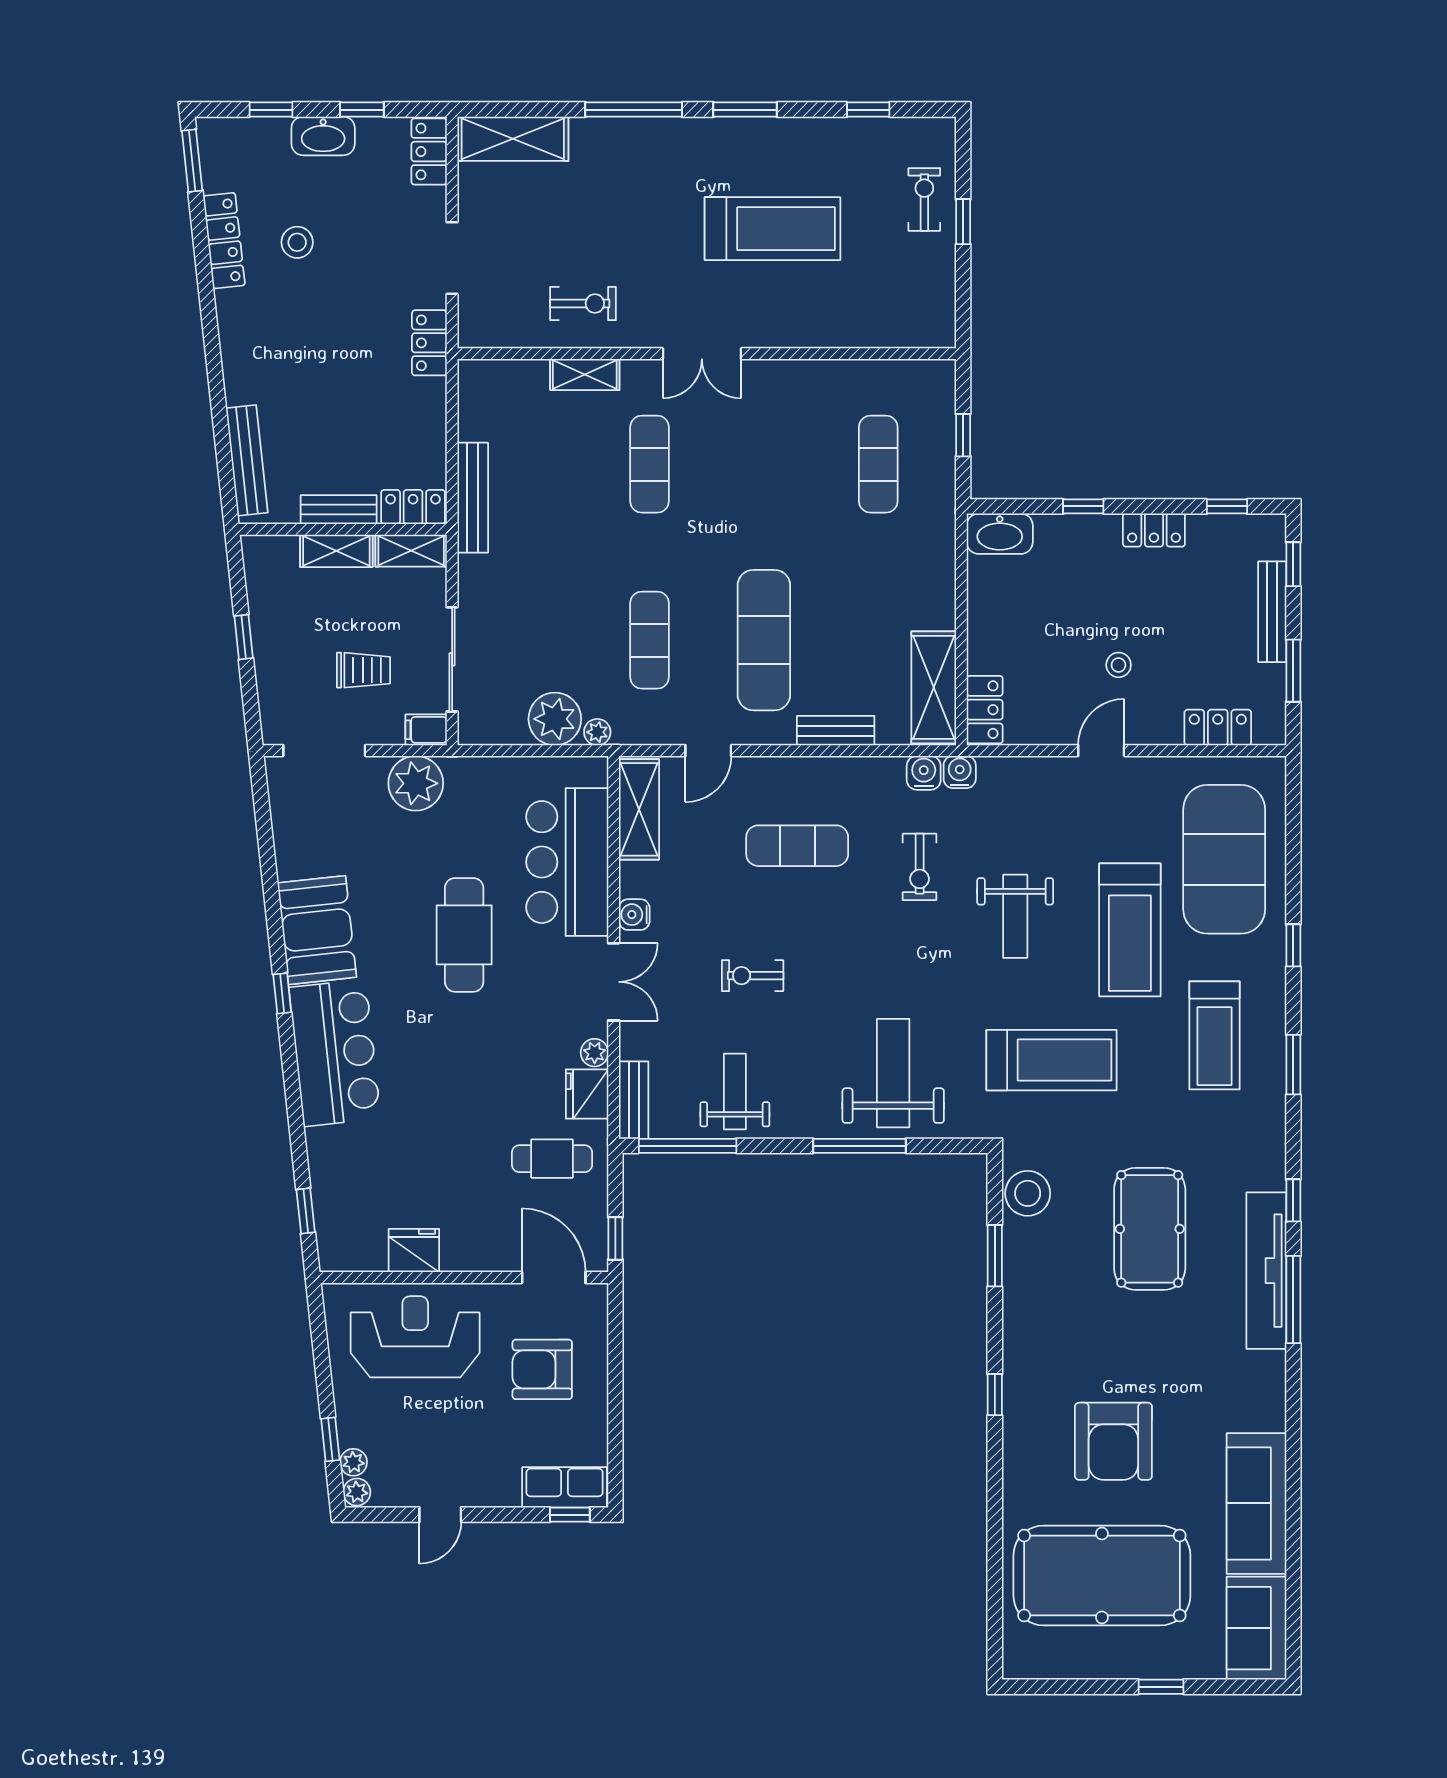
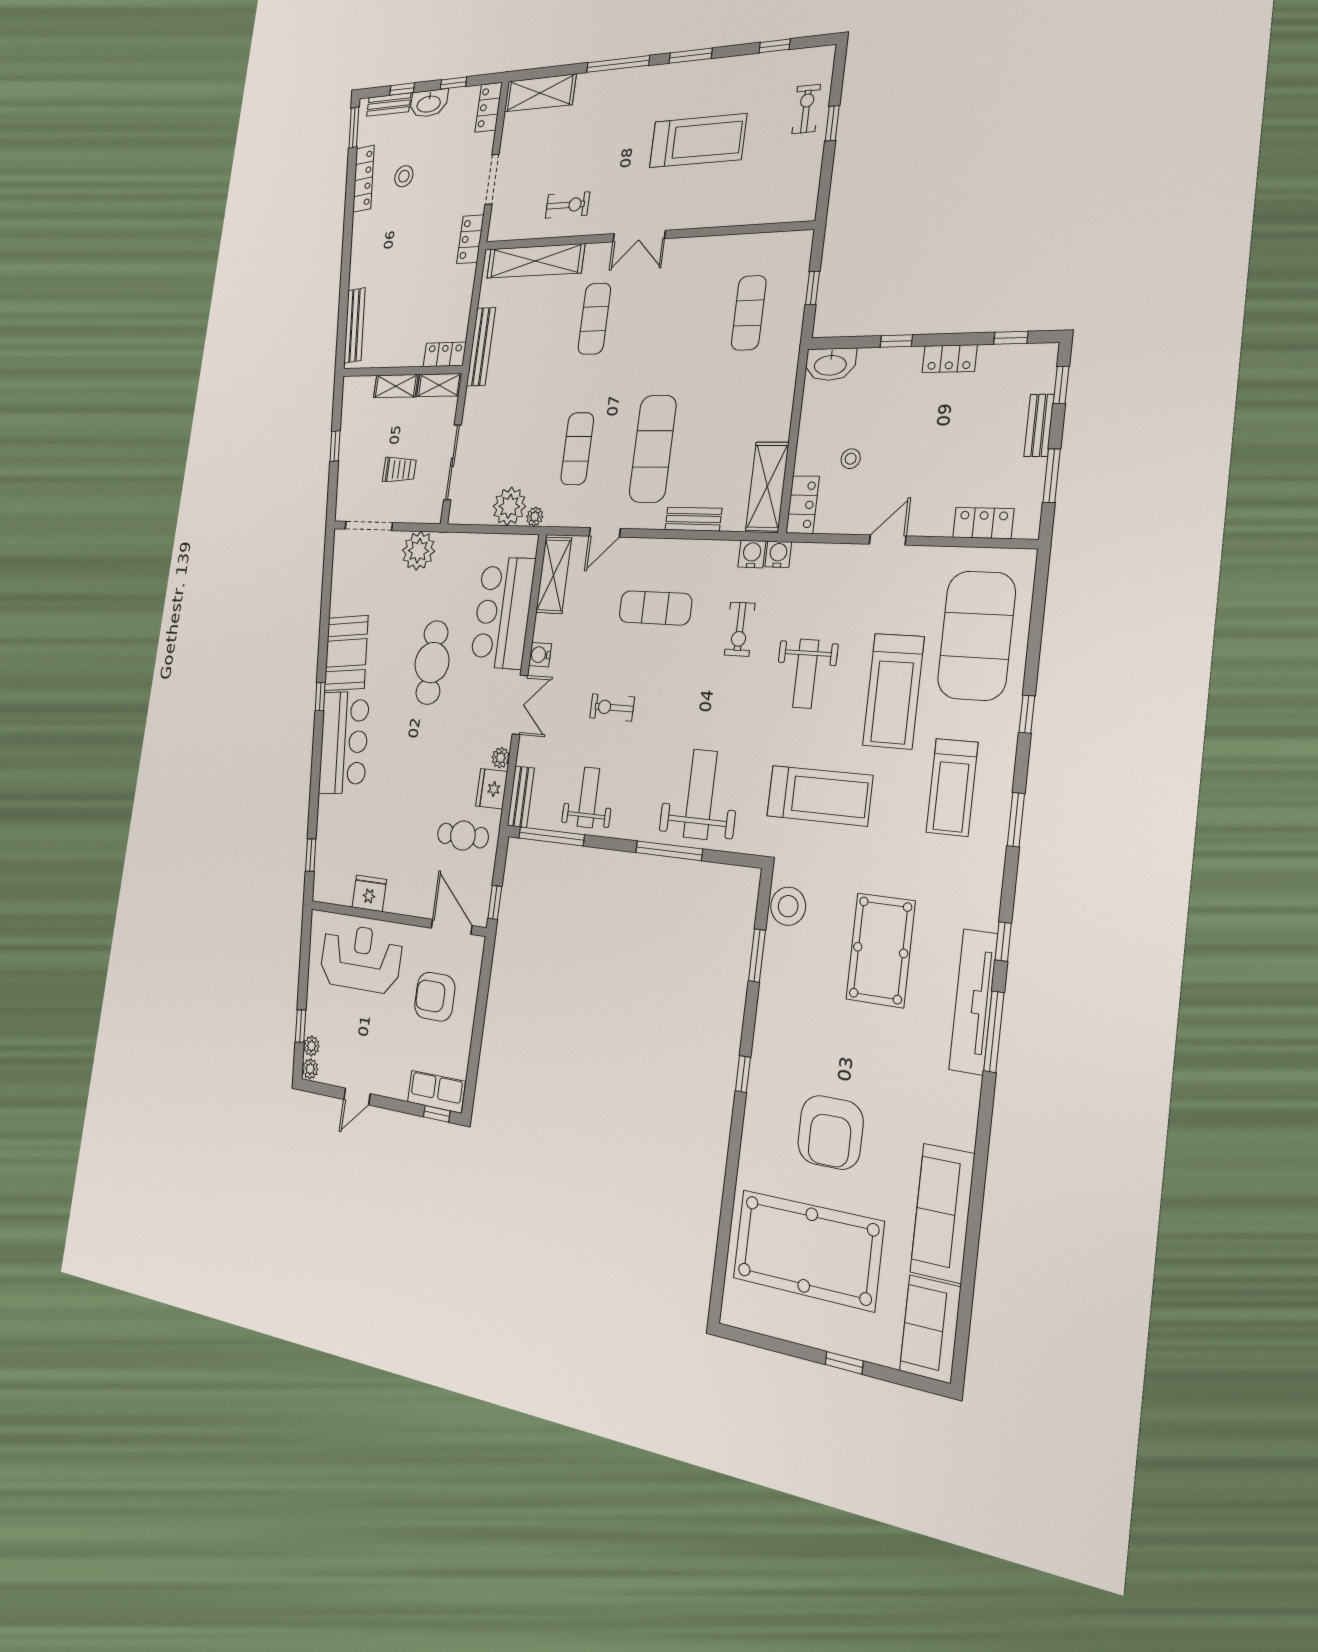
shelving: (585, 374) -> (535, 261), width x2.20, depth x1.33
bench: (339, 510) -> (389, 105), moved
bench: (1272, 612) -> (1039, 425), width x0.73
stool: (1119, 665) -> (851, 459), moved
filing cabinet: (426, 730) -> (430, 513), removed

